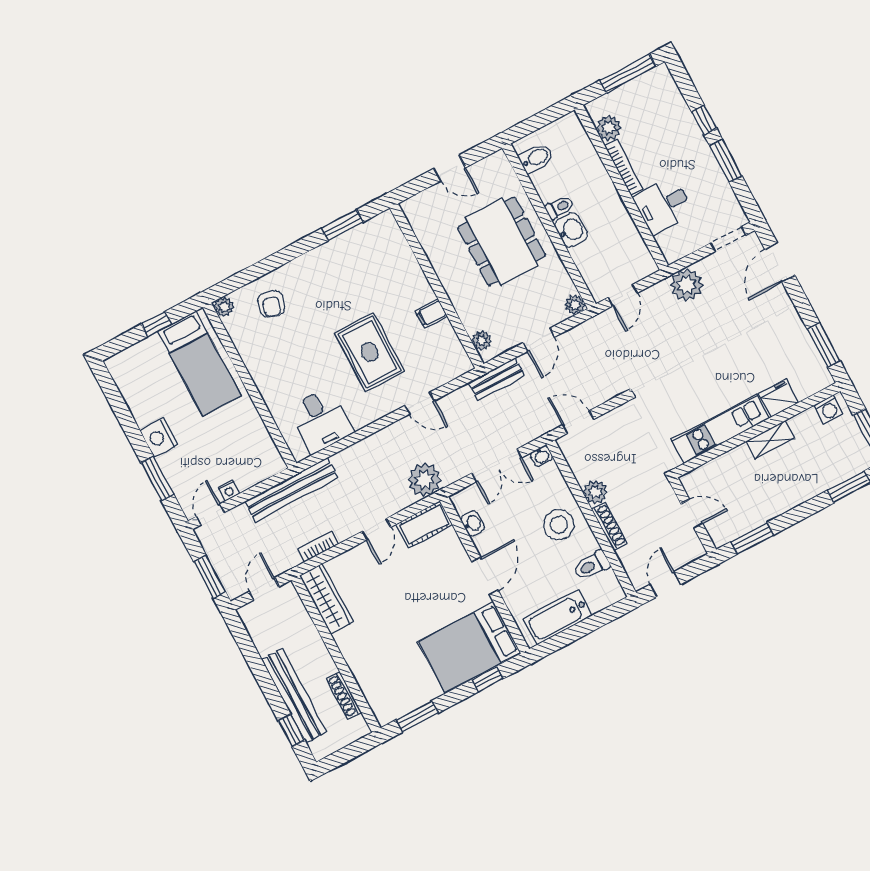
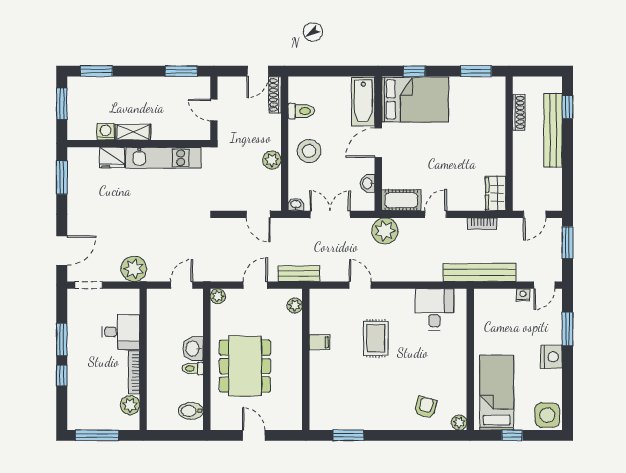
rug: (370, 352) -> (376, 338), width x0.73, depth x0.70
side table: (128, 368) -> (547, 415), added
washing machine: (829, 409) -> (106, 132), moved
shoe rack: (609, 526) -> (275, 95), moved
wardrobe: (326, 599) -> (496, 194), width x0.67
bathtub: (558, 617) -> (363, 102), moved, turned 90

